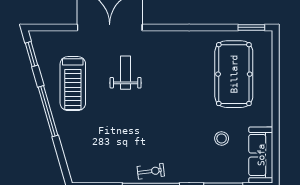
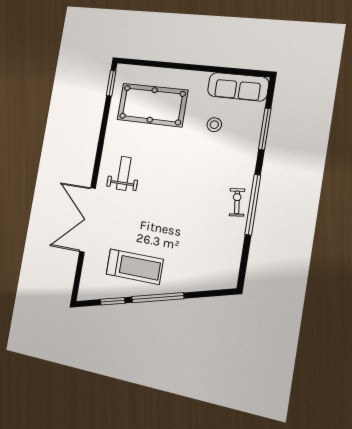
window: (32, 54) -> (113, 301), moved
weight bench: (126, 73) -> (124, 173), moved, turned 90

